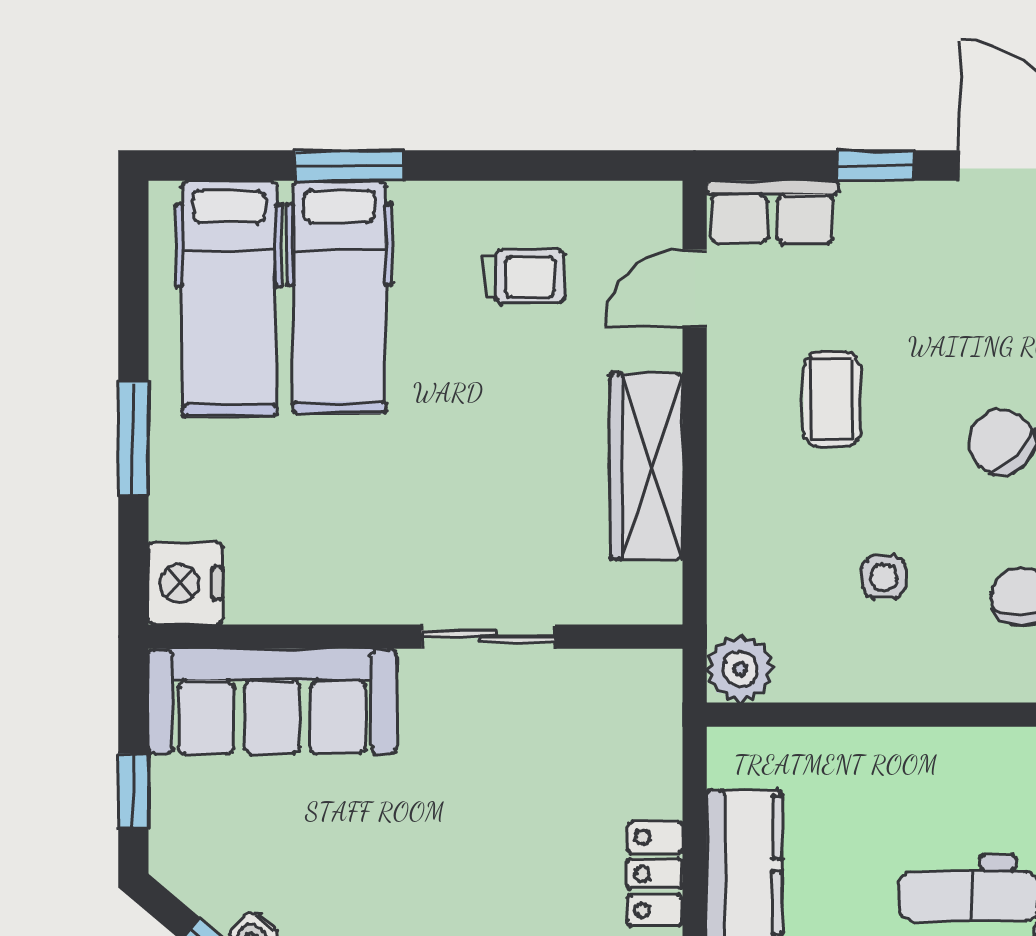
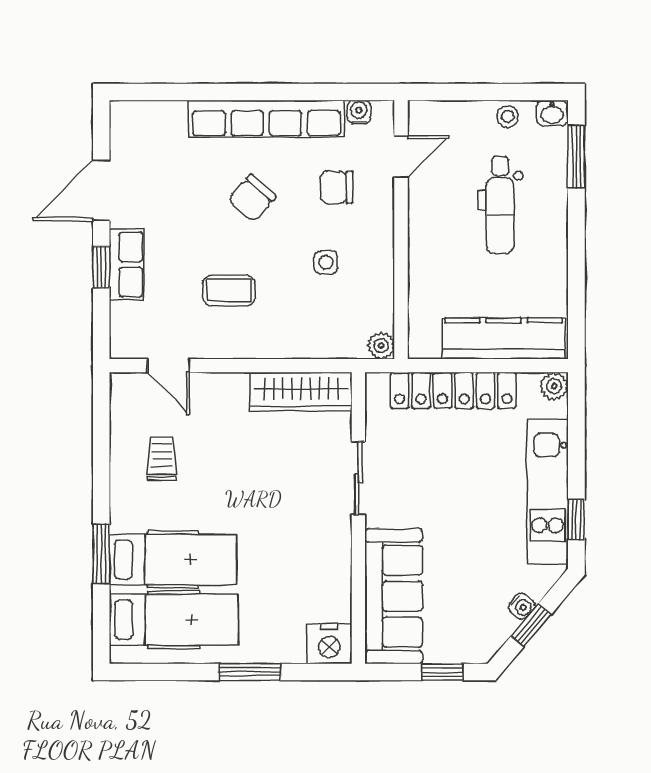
row of seats: (772, 212) -> (127, 264), moved
wardrobe: (646, 466) -> (301, 392), moved
plant: (740, 669) -> (381, 346), width x0.73, depth x0.73
locker: (655, 874) -> (453, 390), width x2.16, depth x1.21

